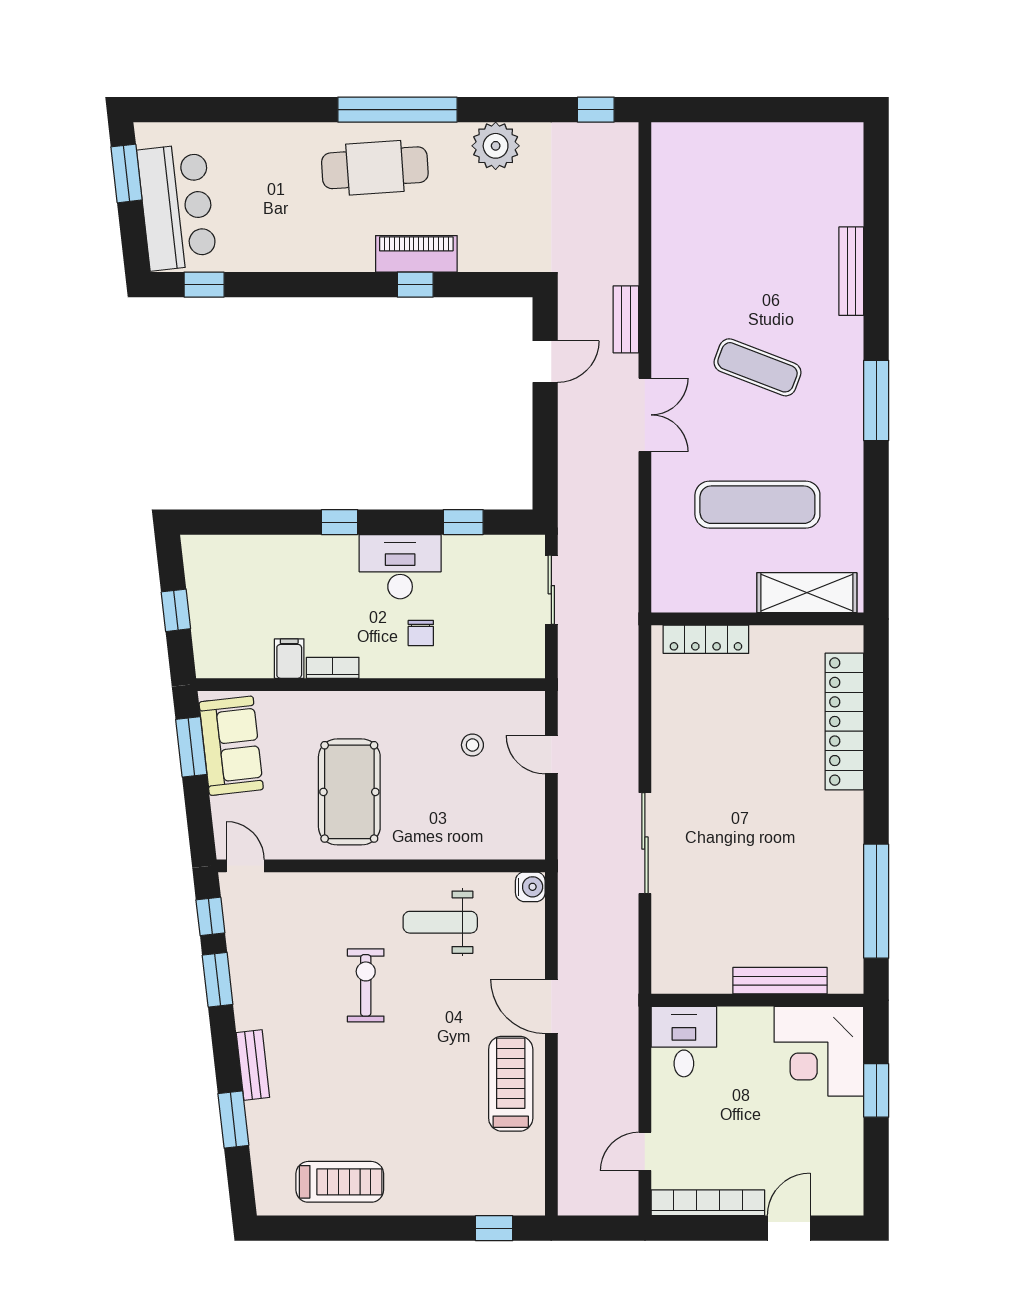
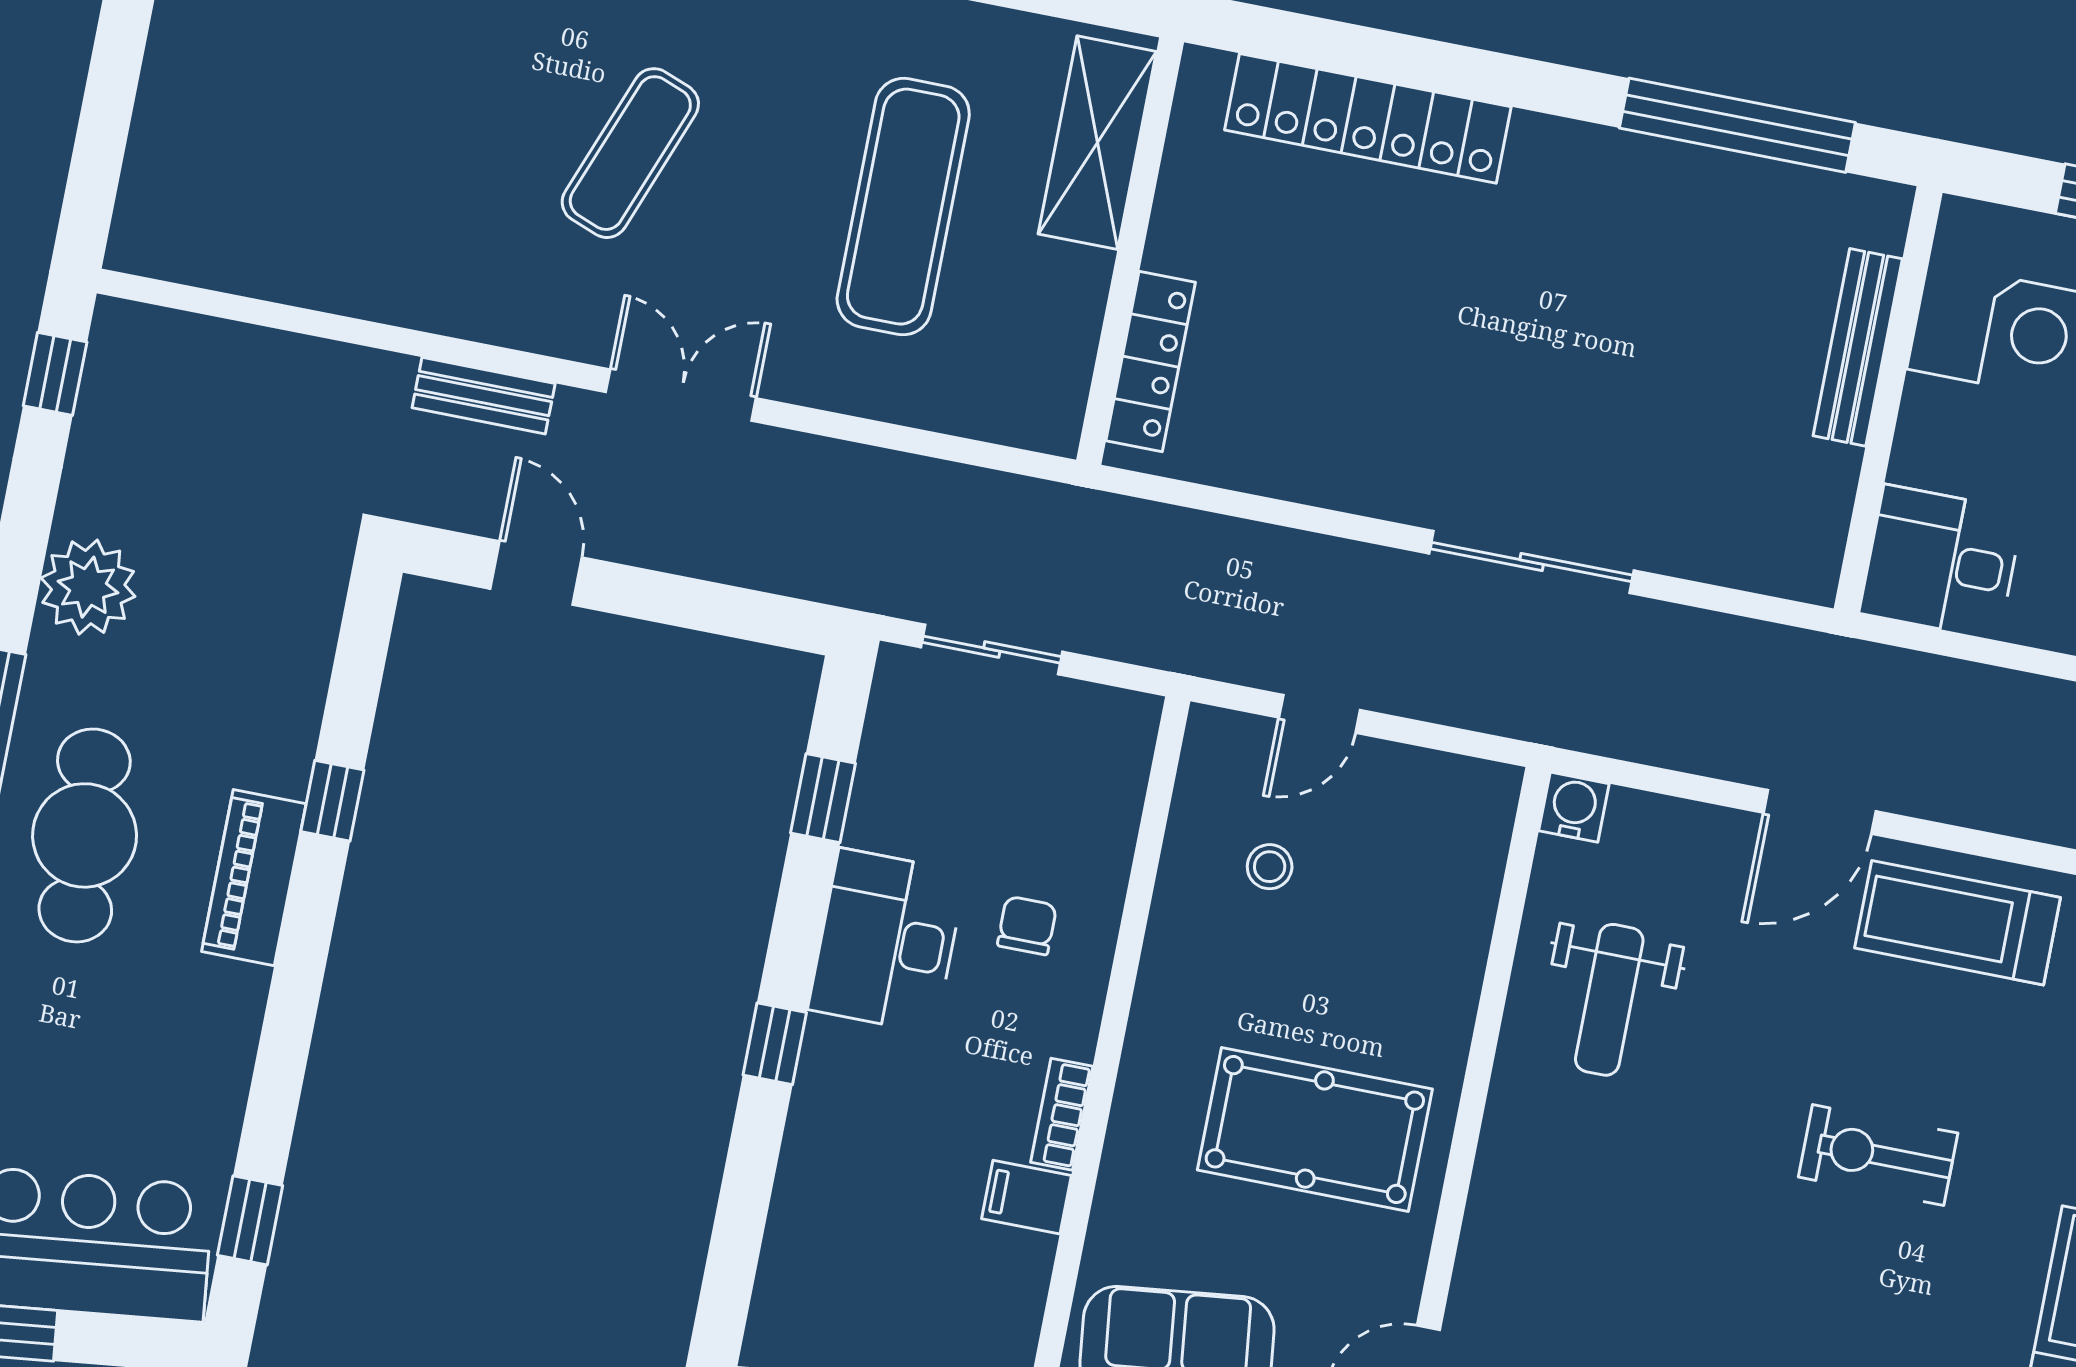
piano: (416, 254) -> (254, 878), moved
chair: (421, 633) -> (1027, 926), turned -90
exercise bike: (366, 985) -> (1878, 1155), moved

